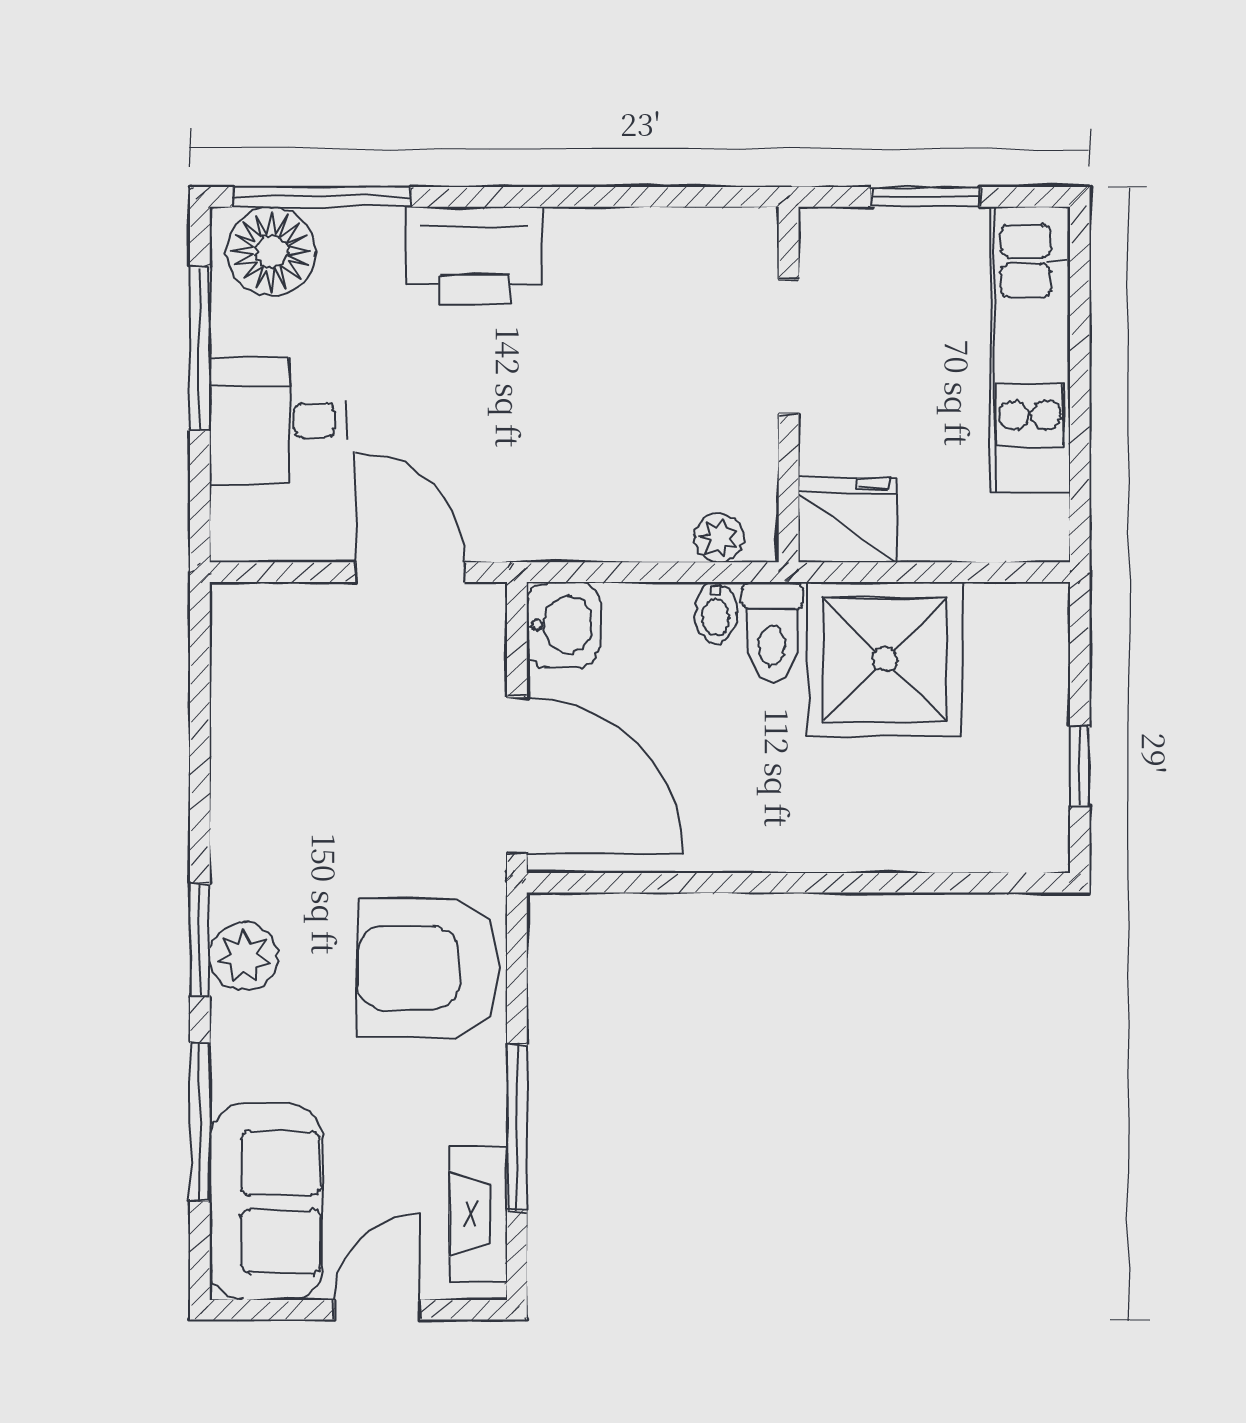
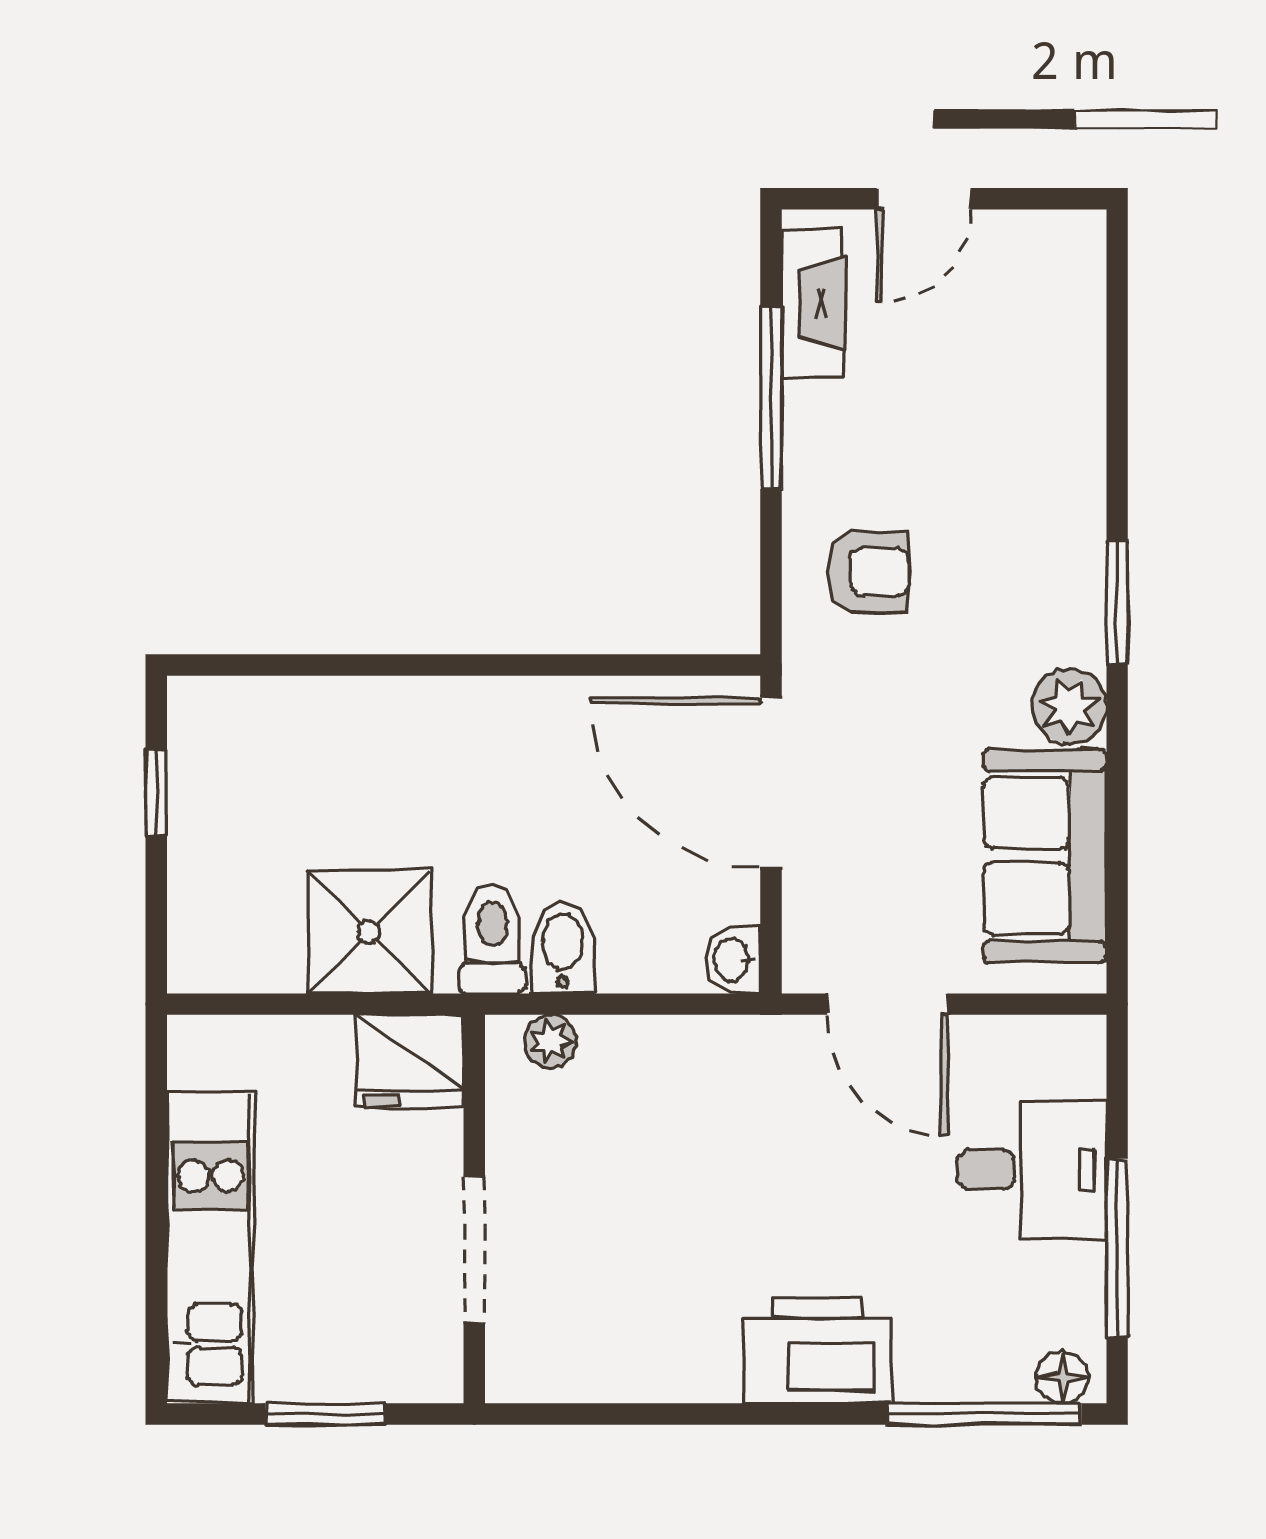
floor lamp: (272, 251) -> (1062, 1377), width x0.53, depth x0.53
bidet: (716, 613) -> (563, 948), width x1.38, depth x1.36
washbasin: (563, 625) -> (733, 960), width x0.72, depth x0.69
shower: (885, 659) -> (369, 932), width x0.73, depth x0.73
plant: (244, 956) -> (1069, 706), moved
armchair: (428, 968) -> (868, 572), width x0.53, depth x0.53
window: (200, 1122) -> (1117, 404), removed
sofa: (266, 1202) -> (1045, 856), moved

